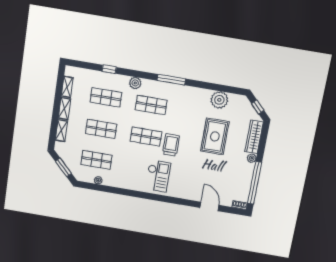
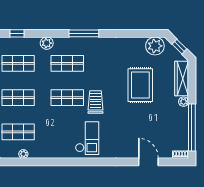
plant: (219, 100) -> (155, 46), moved

